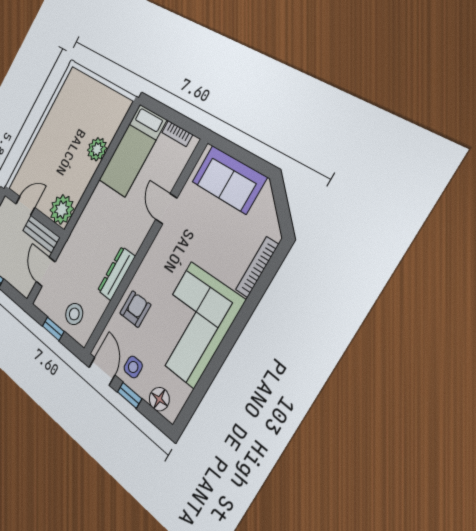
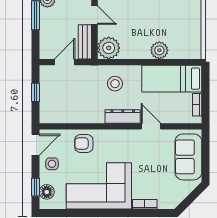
door: (166, 209) -> (151, 126), hinge flipped
bookcase: (257, 267) -> (145, 204), width x0.64
dresser: (116, 273) -> (123, 116), moved
armchair: (135, 309) -> (84, 143), turned 180
stool: (74, 314) -> (115, 84), moved
window: (130, 395) -> (36, 187), moved

